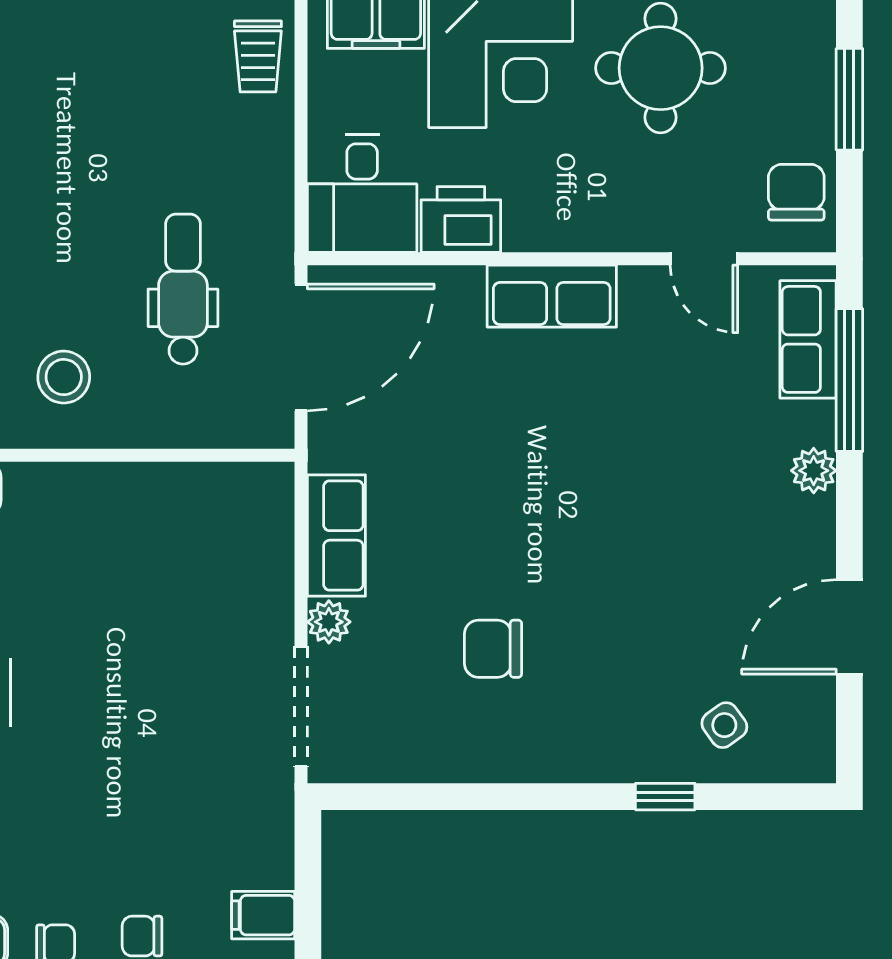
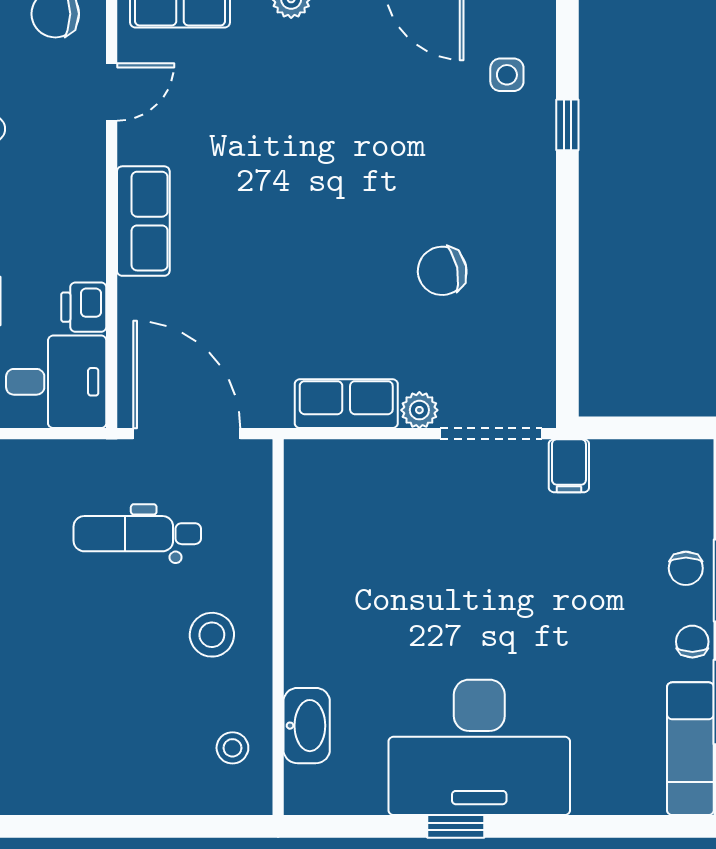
printer: (461, 219) -> (84, 307), width x0.73, depth x0.81
chair: (493, 649) -> (442, 271), turned 78
side table: (724, 725) -> (507, 75), turned 36
filing cabinet: (263, 915) -> (569, 466), moved

